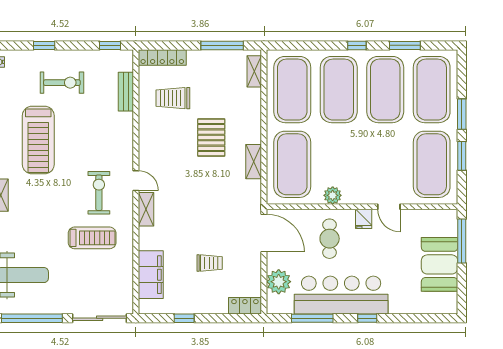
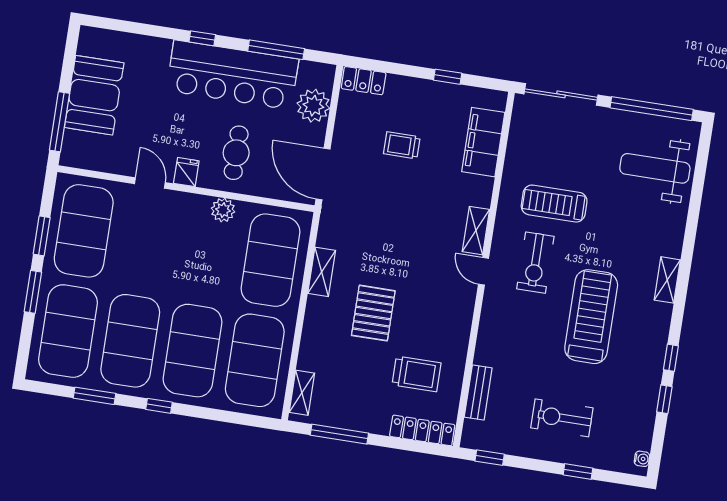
treadmill: (38, 140) -> (591, 317), moved

